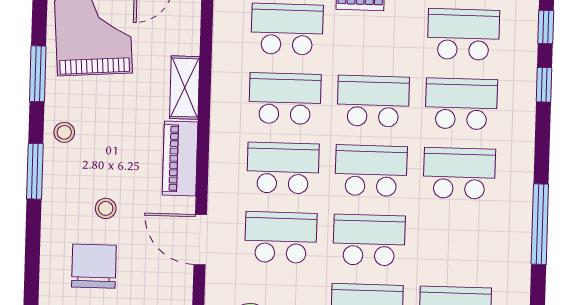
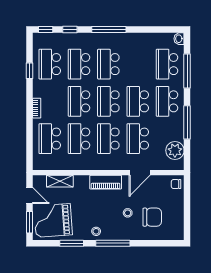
shelving: (185, 88) -> (60, 181), moved
window: (35, 171) -> (113, 243), width x1.44
window: (540, 224) -> (109, 29), moved
chair: (94, 266) -> (152, 217), turned 180

